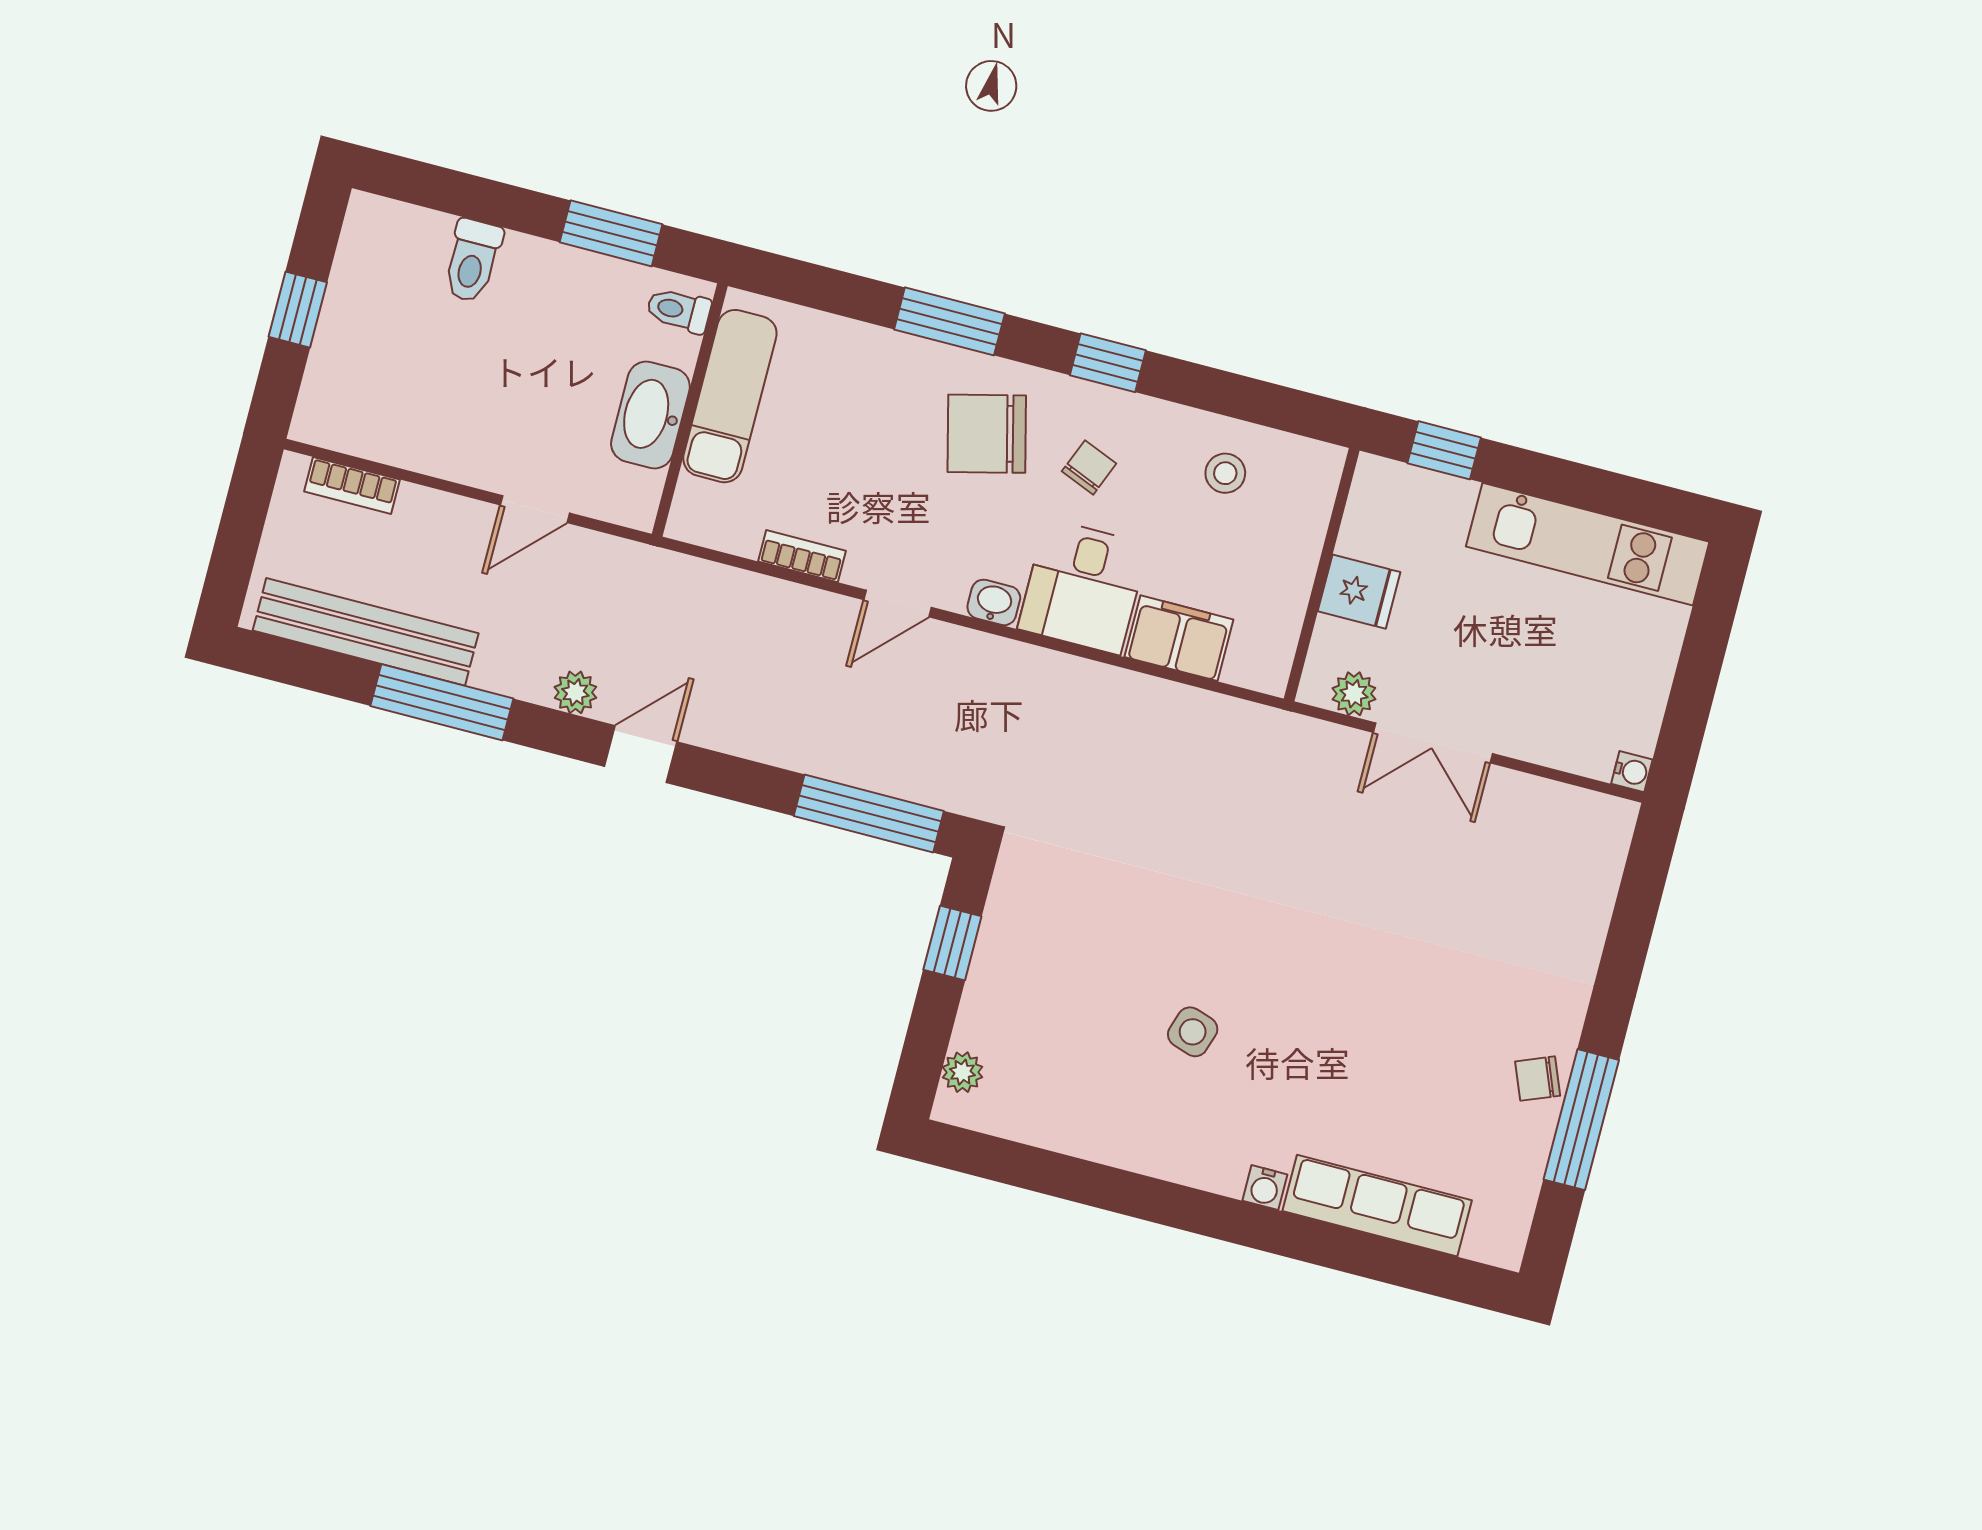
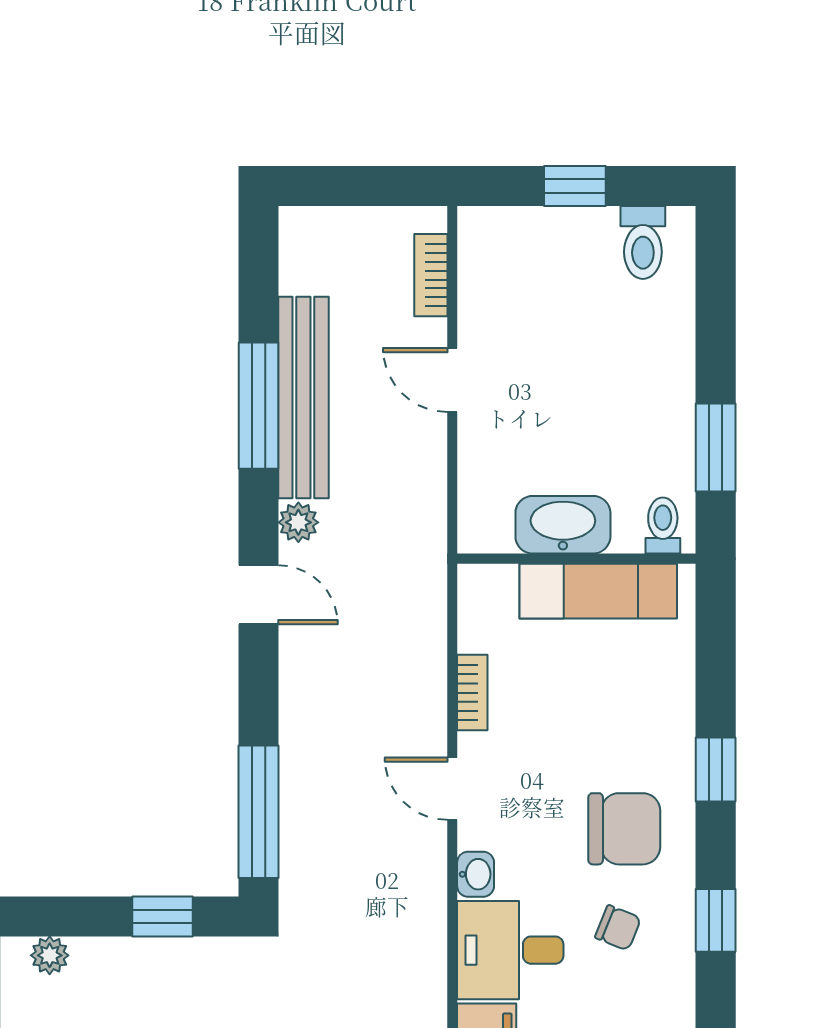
toilet: (472, 261) -> (643, 242), moved, turned -90
window: (949, 321) -> (716, 769), width x0.67
chair: (987, 434) -> (624, 829), turned 104
door: (535, 509) -> (452, 380), moved
bench: (366, 632) -> (303, 397), moved

